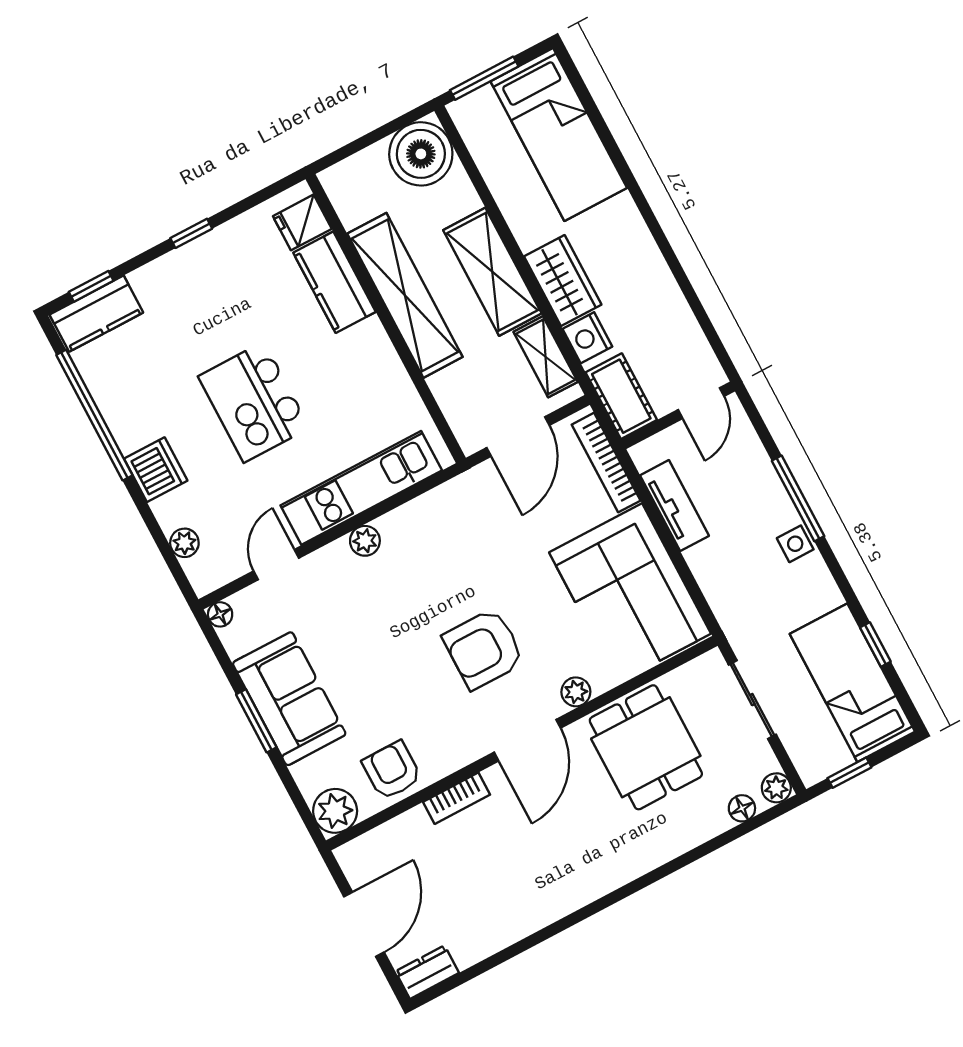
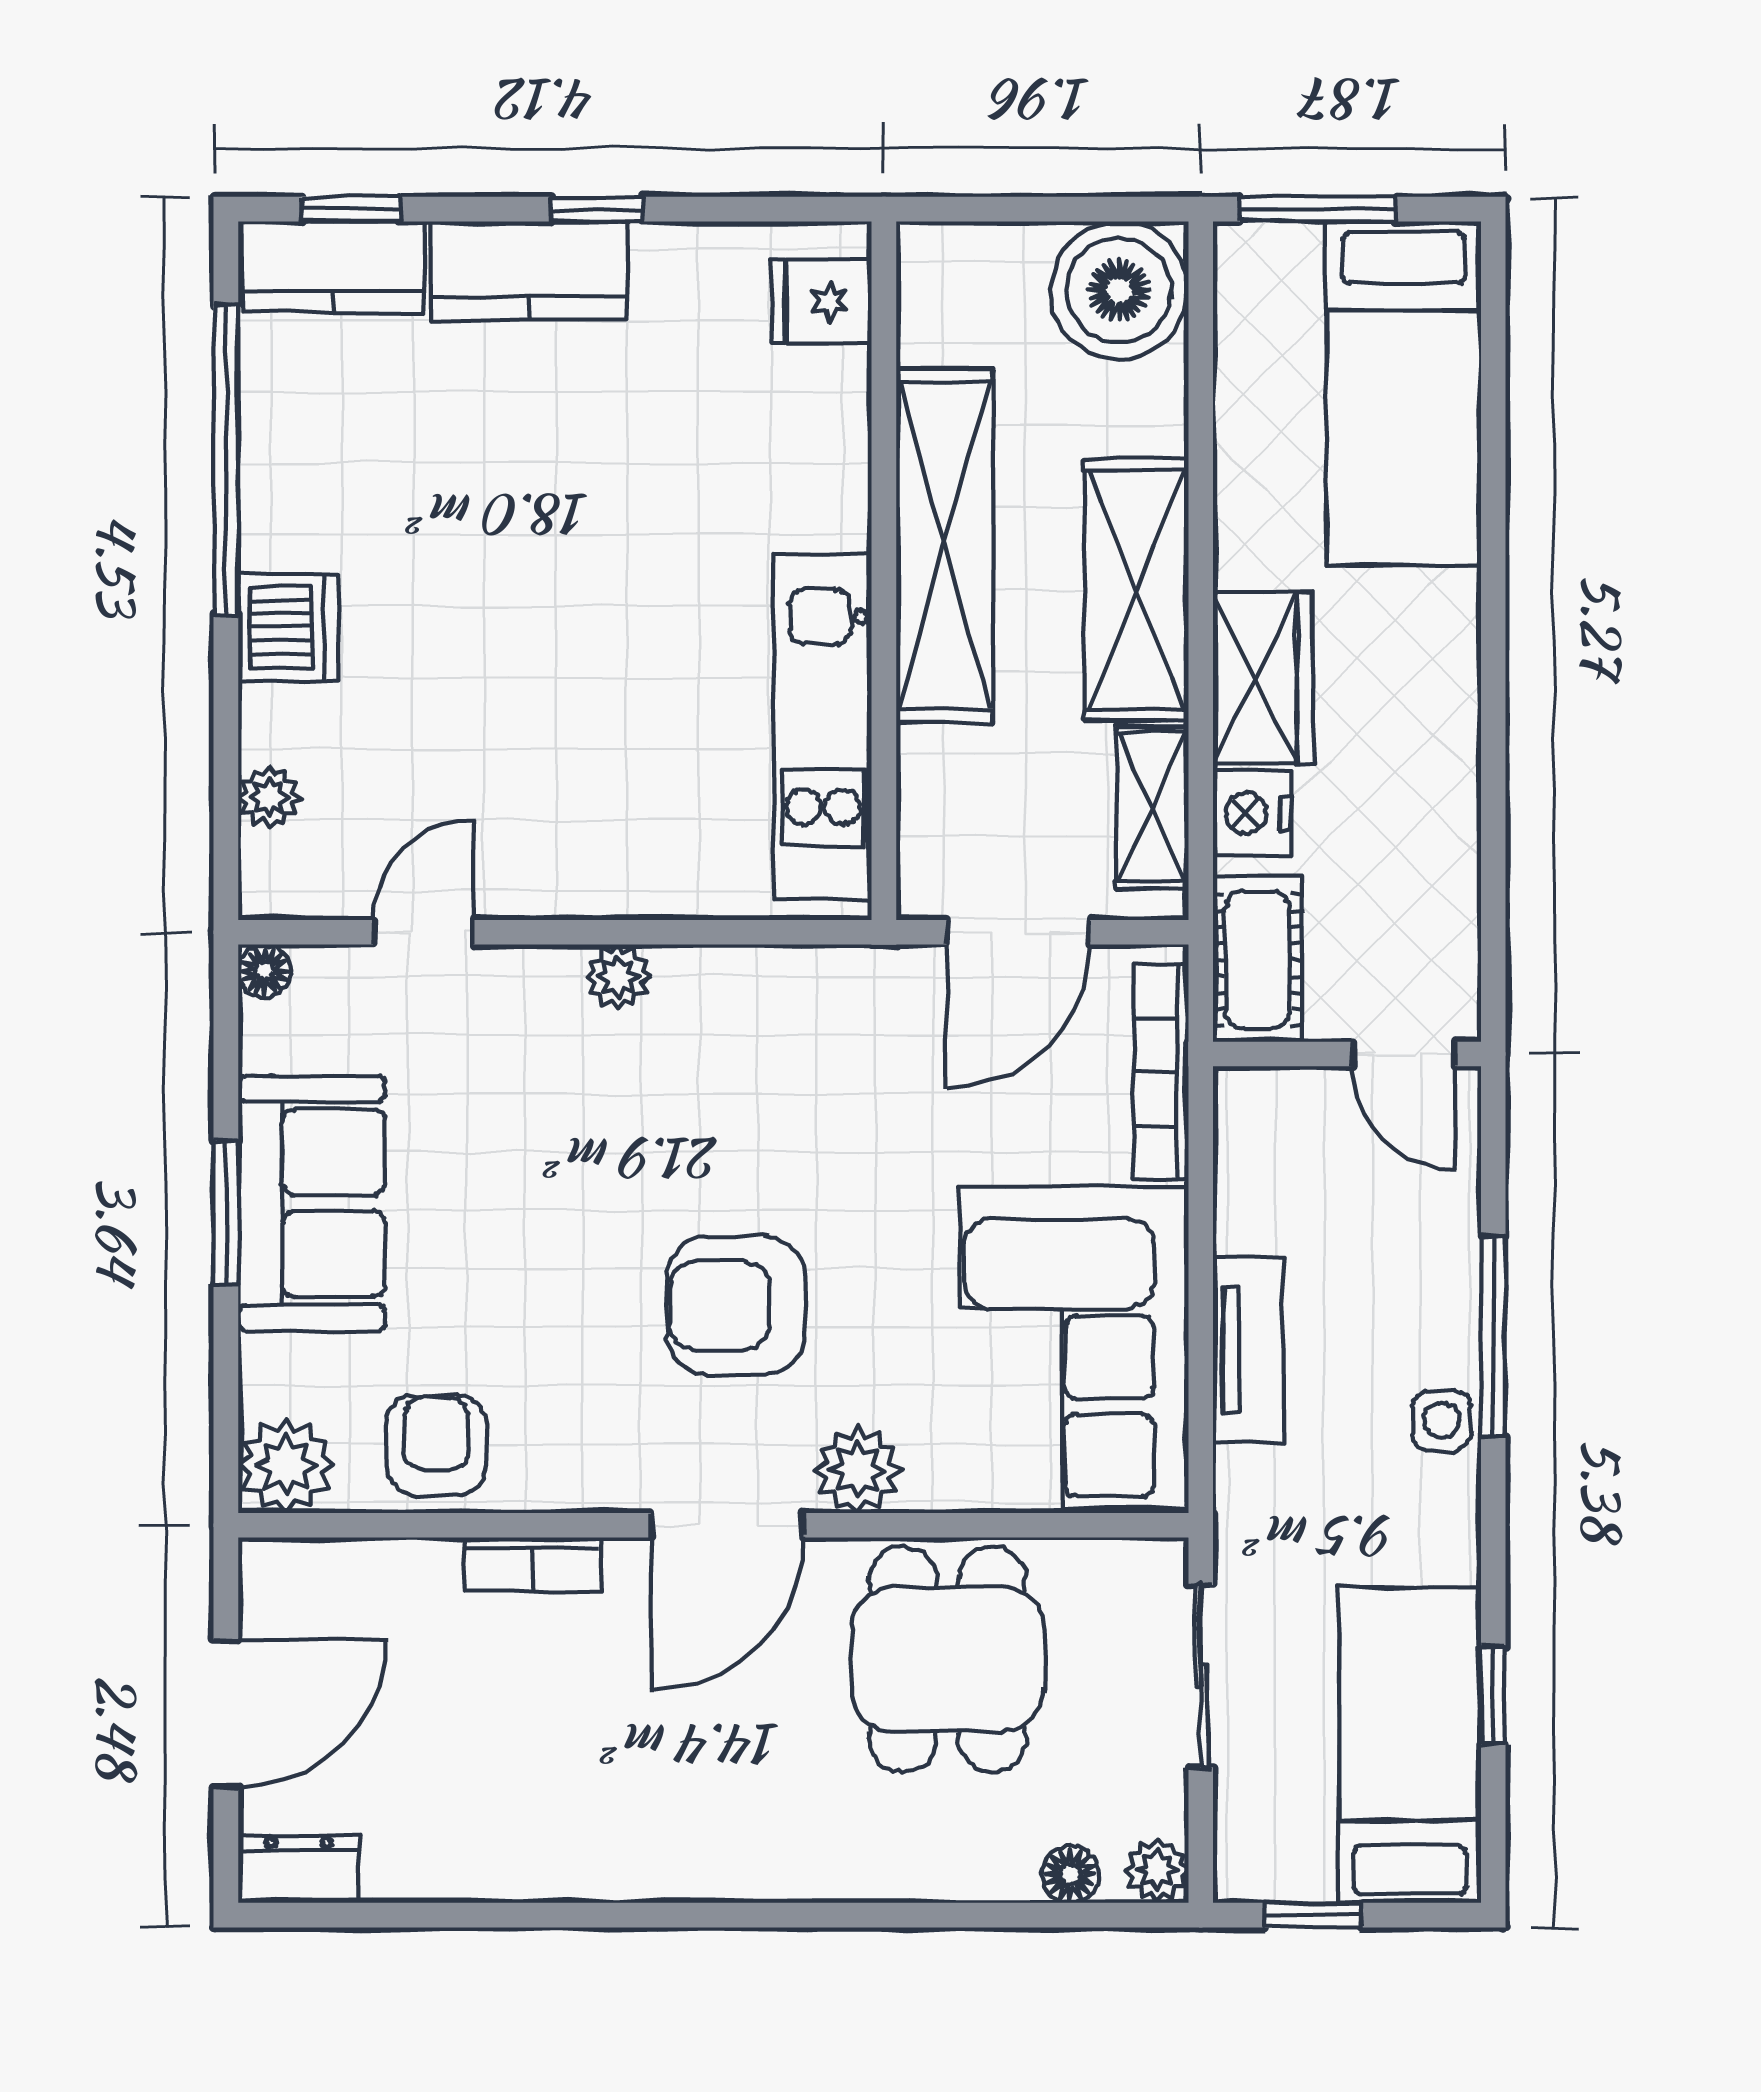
kitchen counter: (334, 282) -> (530, 271), moved, turned -90
kitchen island: (254, 402) -> (545, 597), removed
door: (701, 403) -> (1404, 1054), hinge flipped
kitchen unit: (361, 488) -> (823, 727), moved, turned -90
tv unit: (674, 506) -> (1249, 1350), moved
plant: (576, 692) -> (858, 1470), width x1.38, depth x1.38

